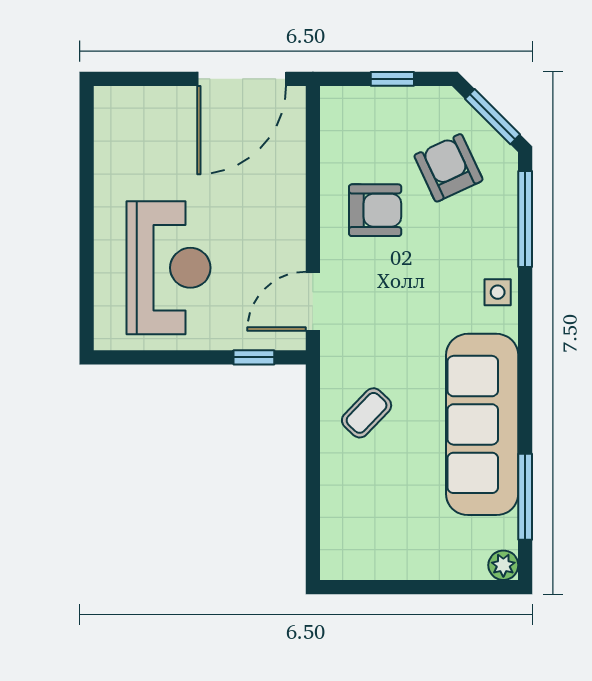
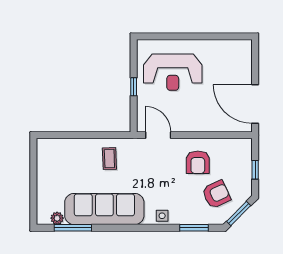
window: (525, 219) -> (194, 228), width x0.69
window: (254, 357) -> (134, 87), moved
coffee table: (367, 413) -> (109, 159), turned 44
plant: (503, 565) -> (57, 218), moved

